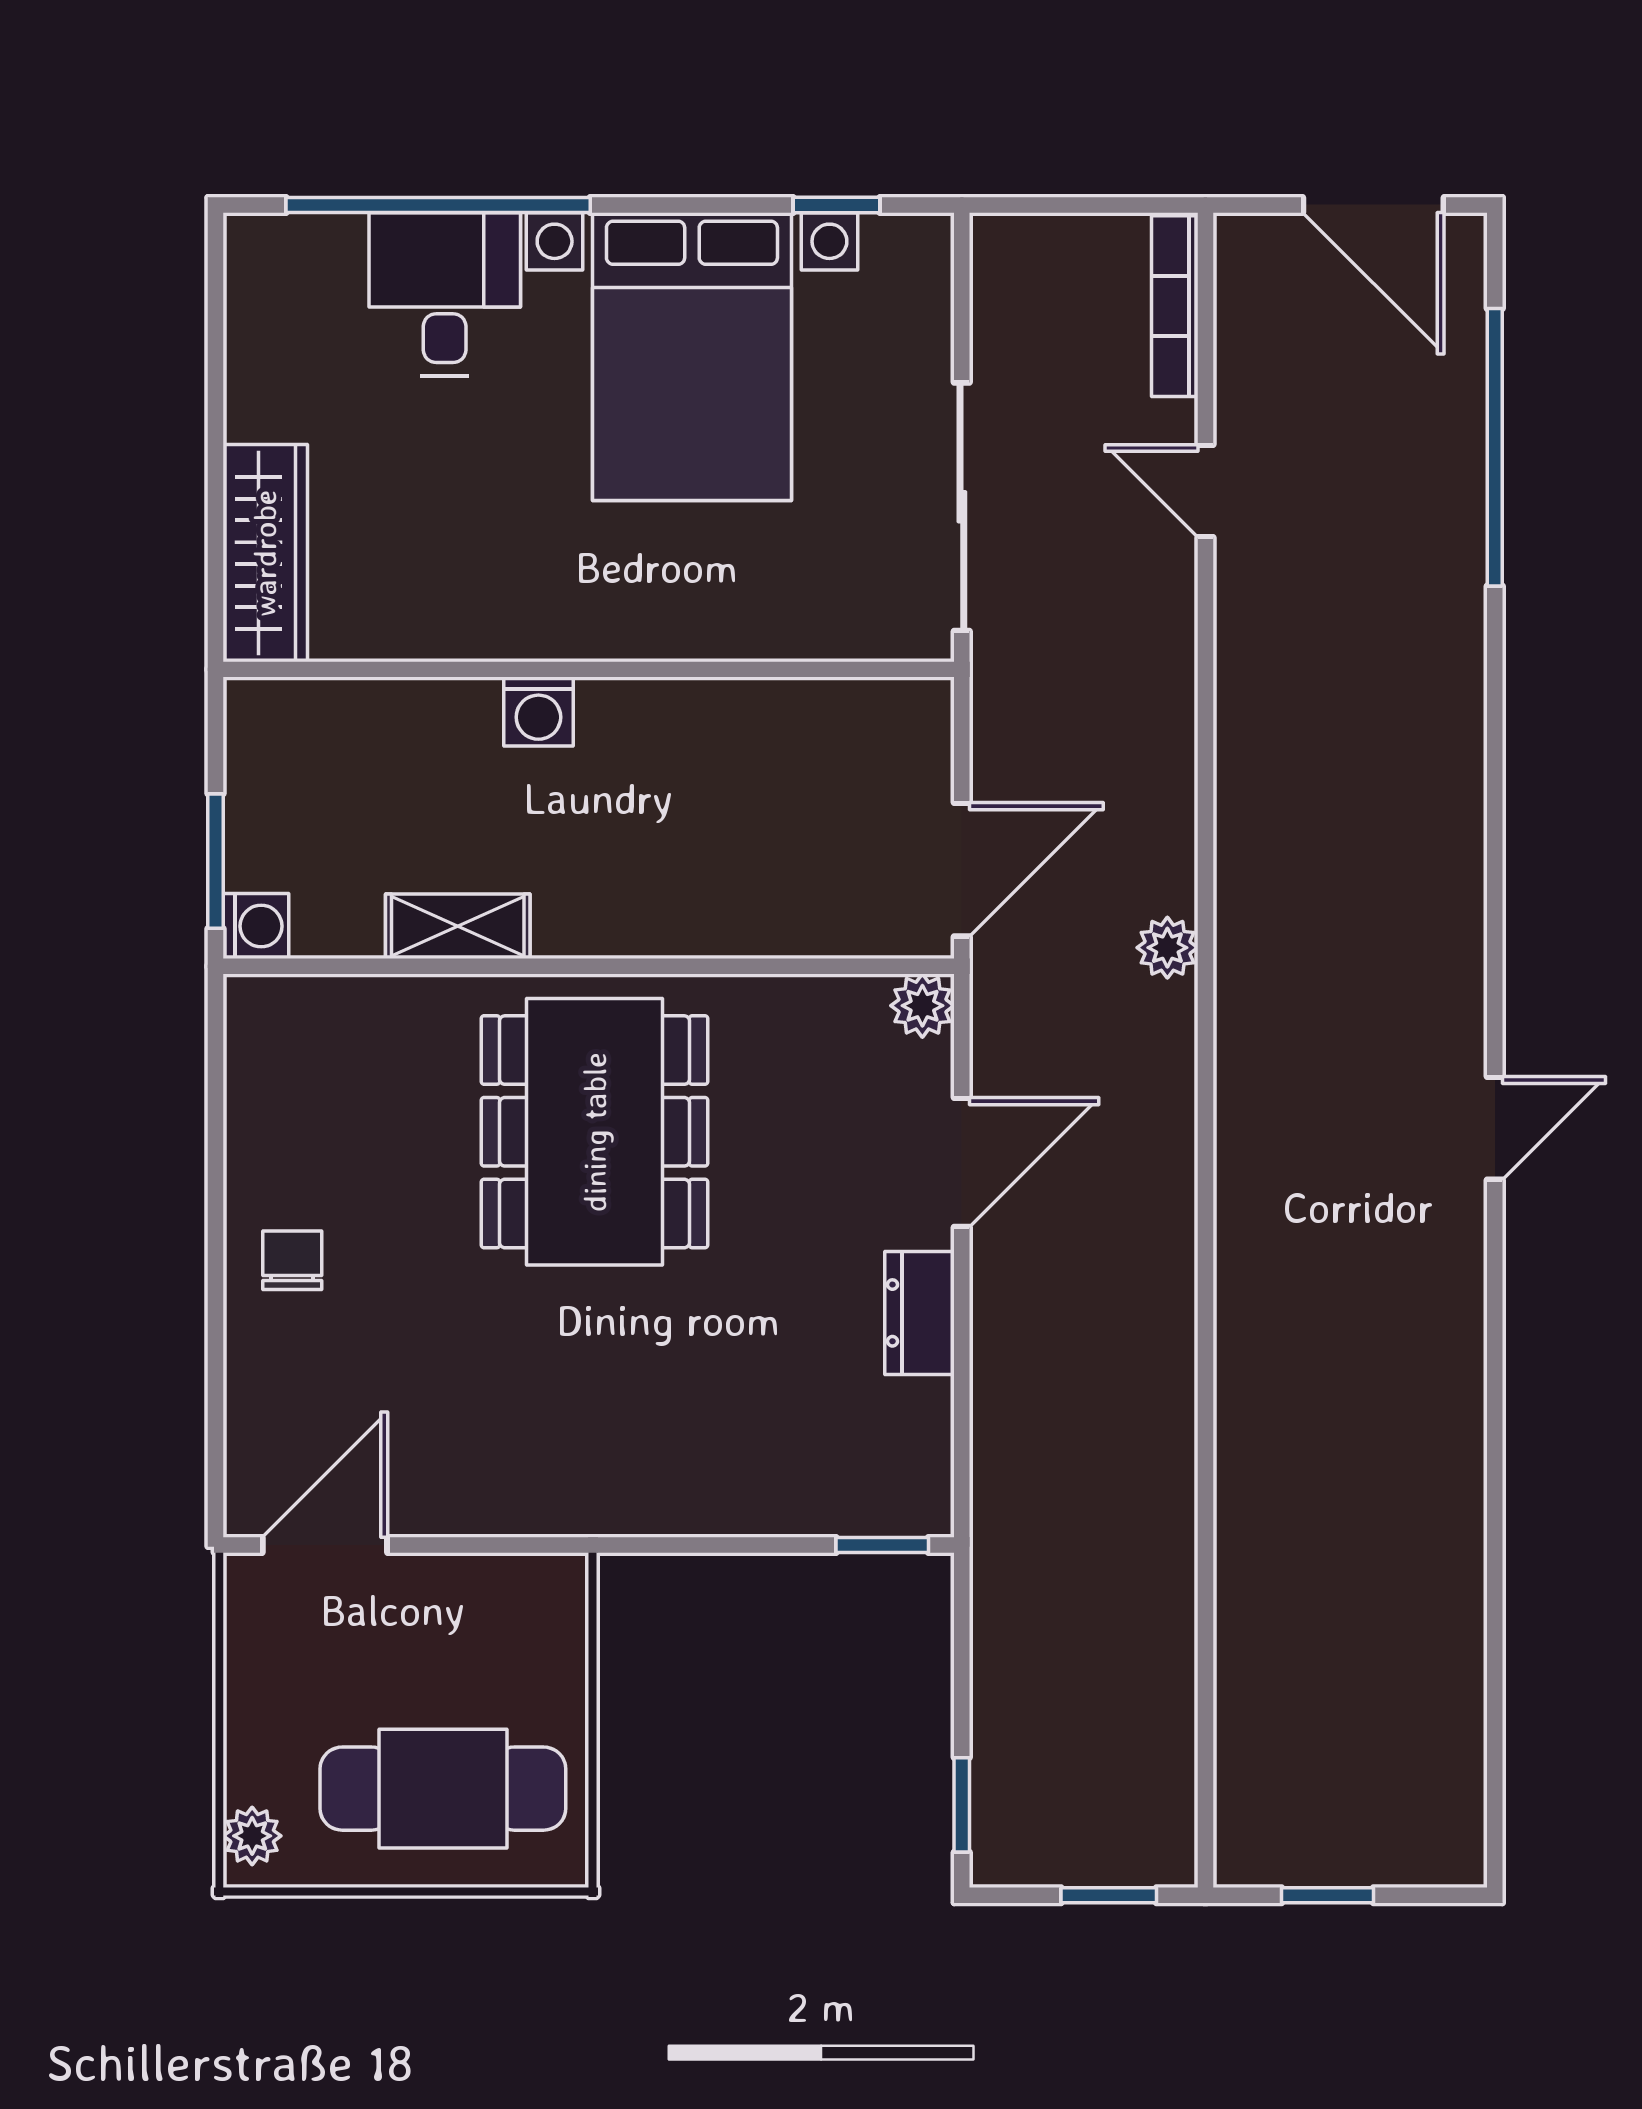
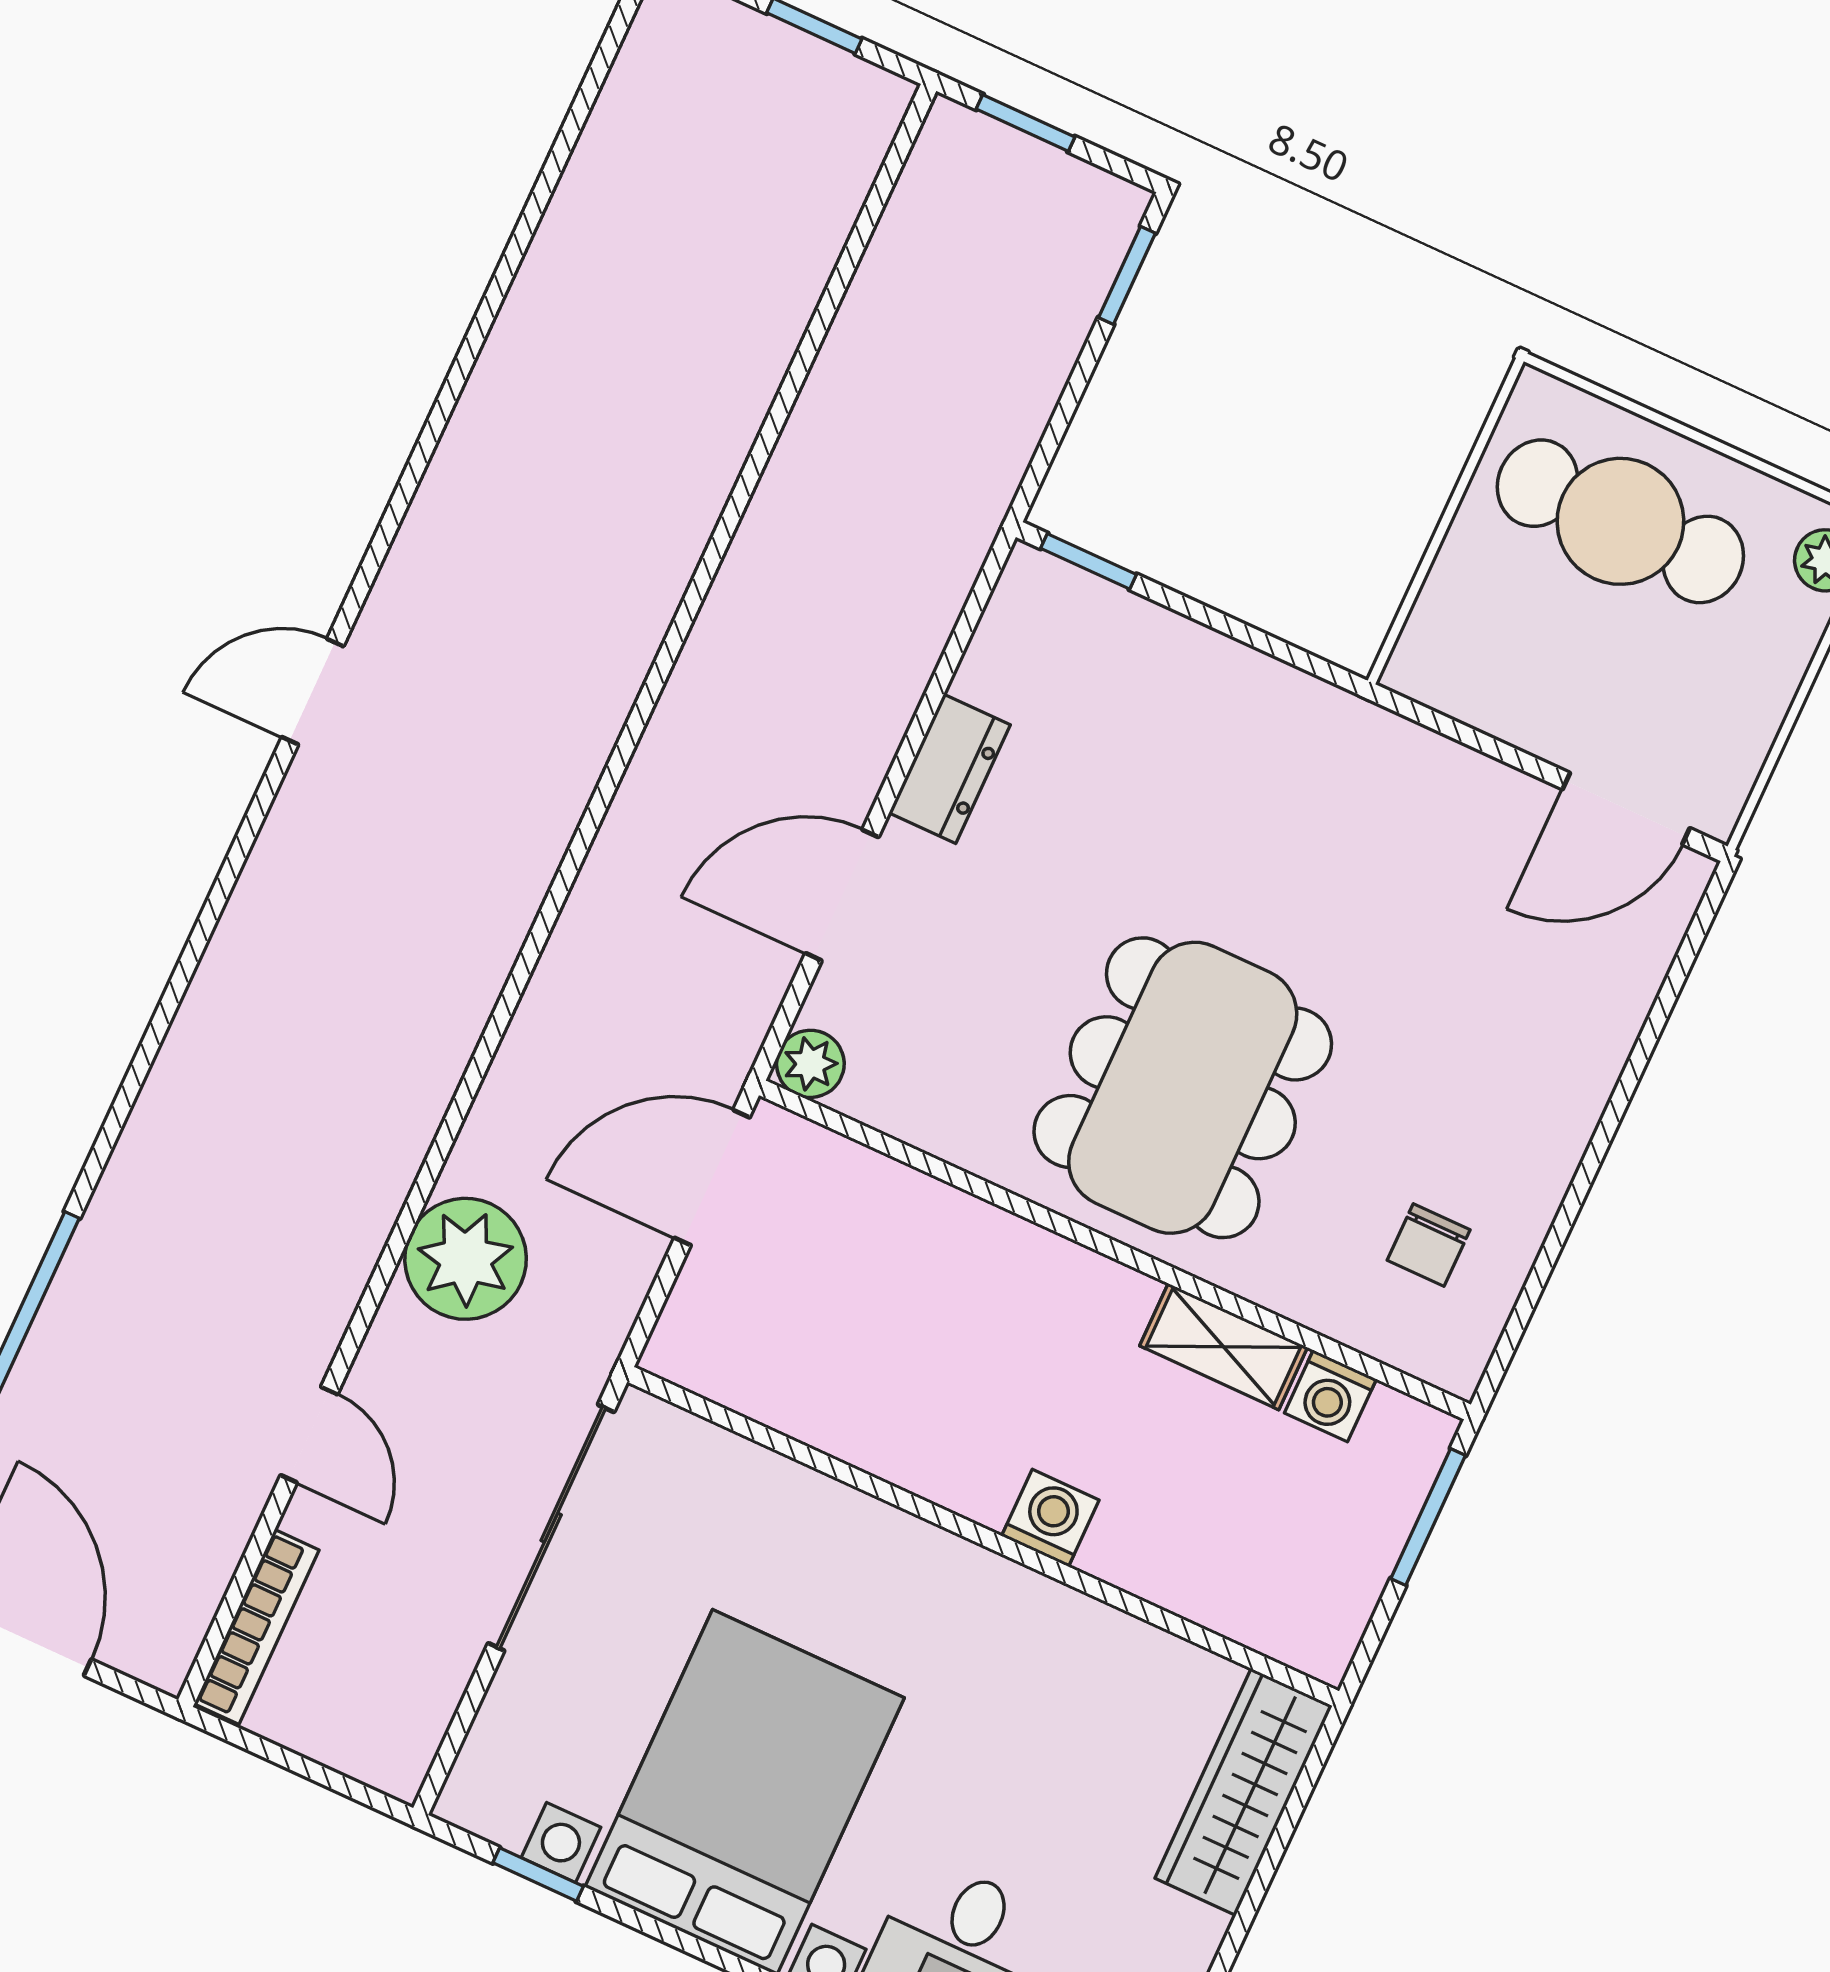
washing machine: (256, 926) -> (1330, 1396), moved, turned -90
plant: (1167, 948) -> (466, 1259), moved, width x1.88, depth x1.88
chair: (292, 1260) -> (1429, 1245), moved

